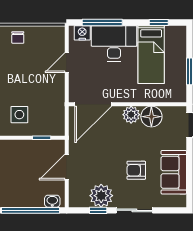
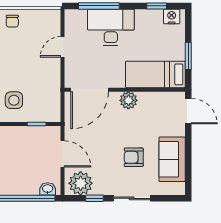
nightstand: (82, 33) -> (172, 16), moved
bed: (151, 55) -> (155, 74), moved, turned 90
floor lamp: (151, 117) -> (149, 102), removed
door: (67, 167) -> (62, 154), swing flipped
plant: (101, 196) -> (81, 183), moved

